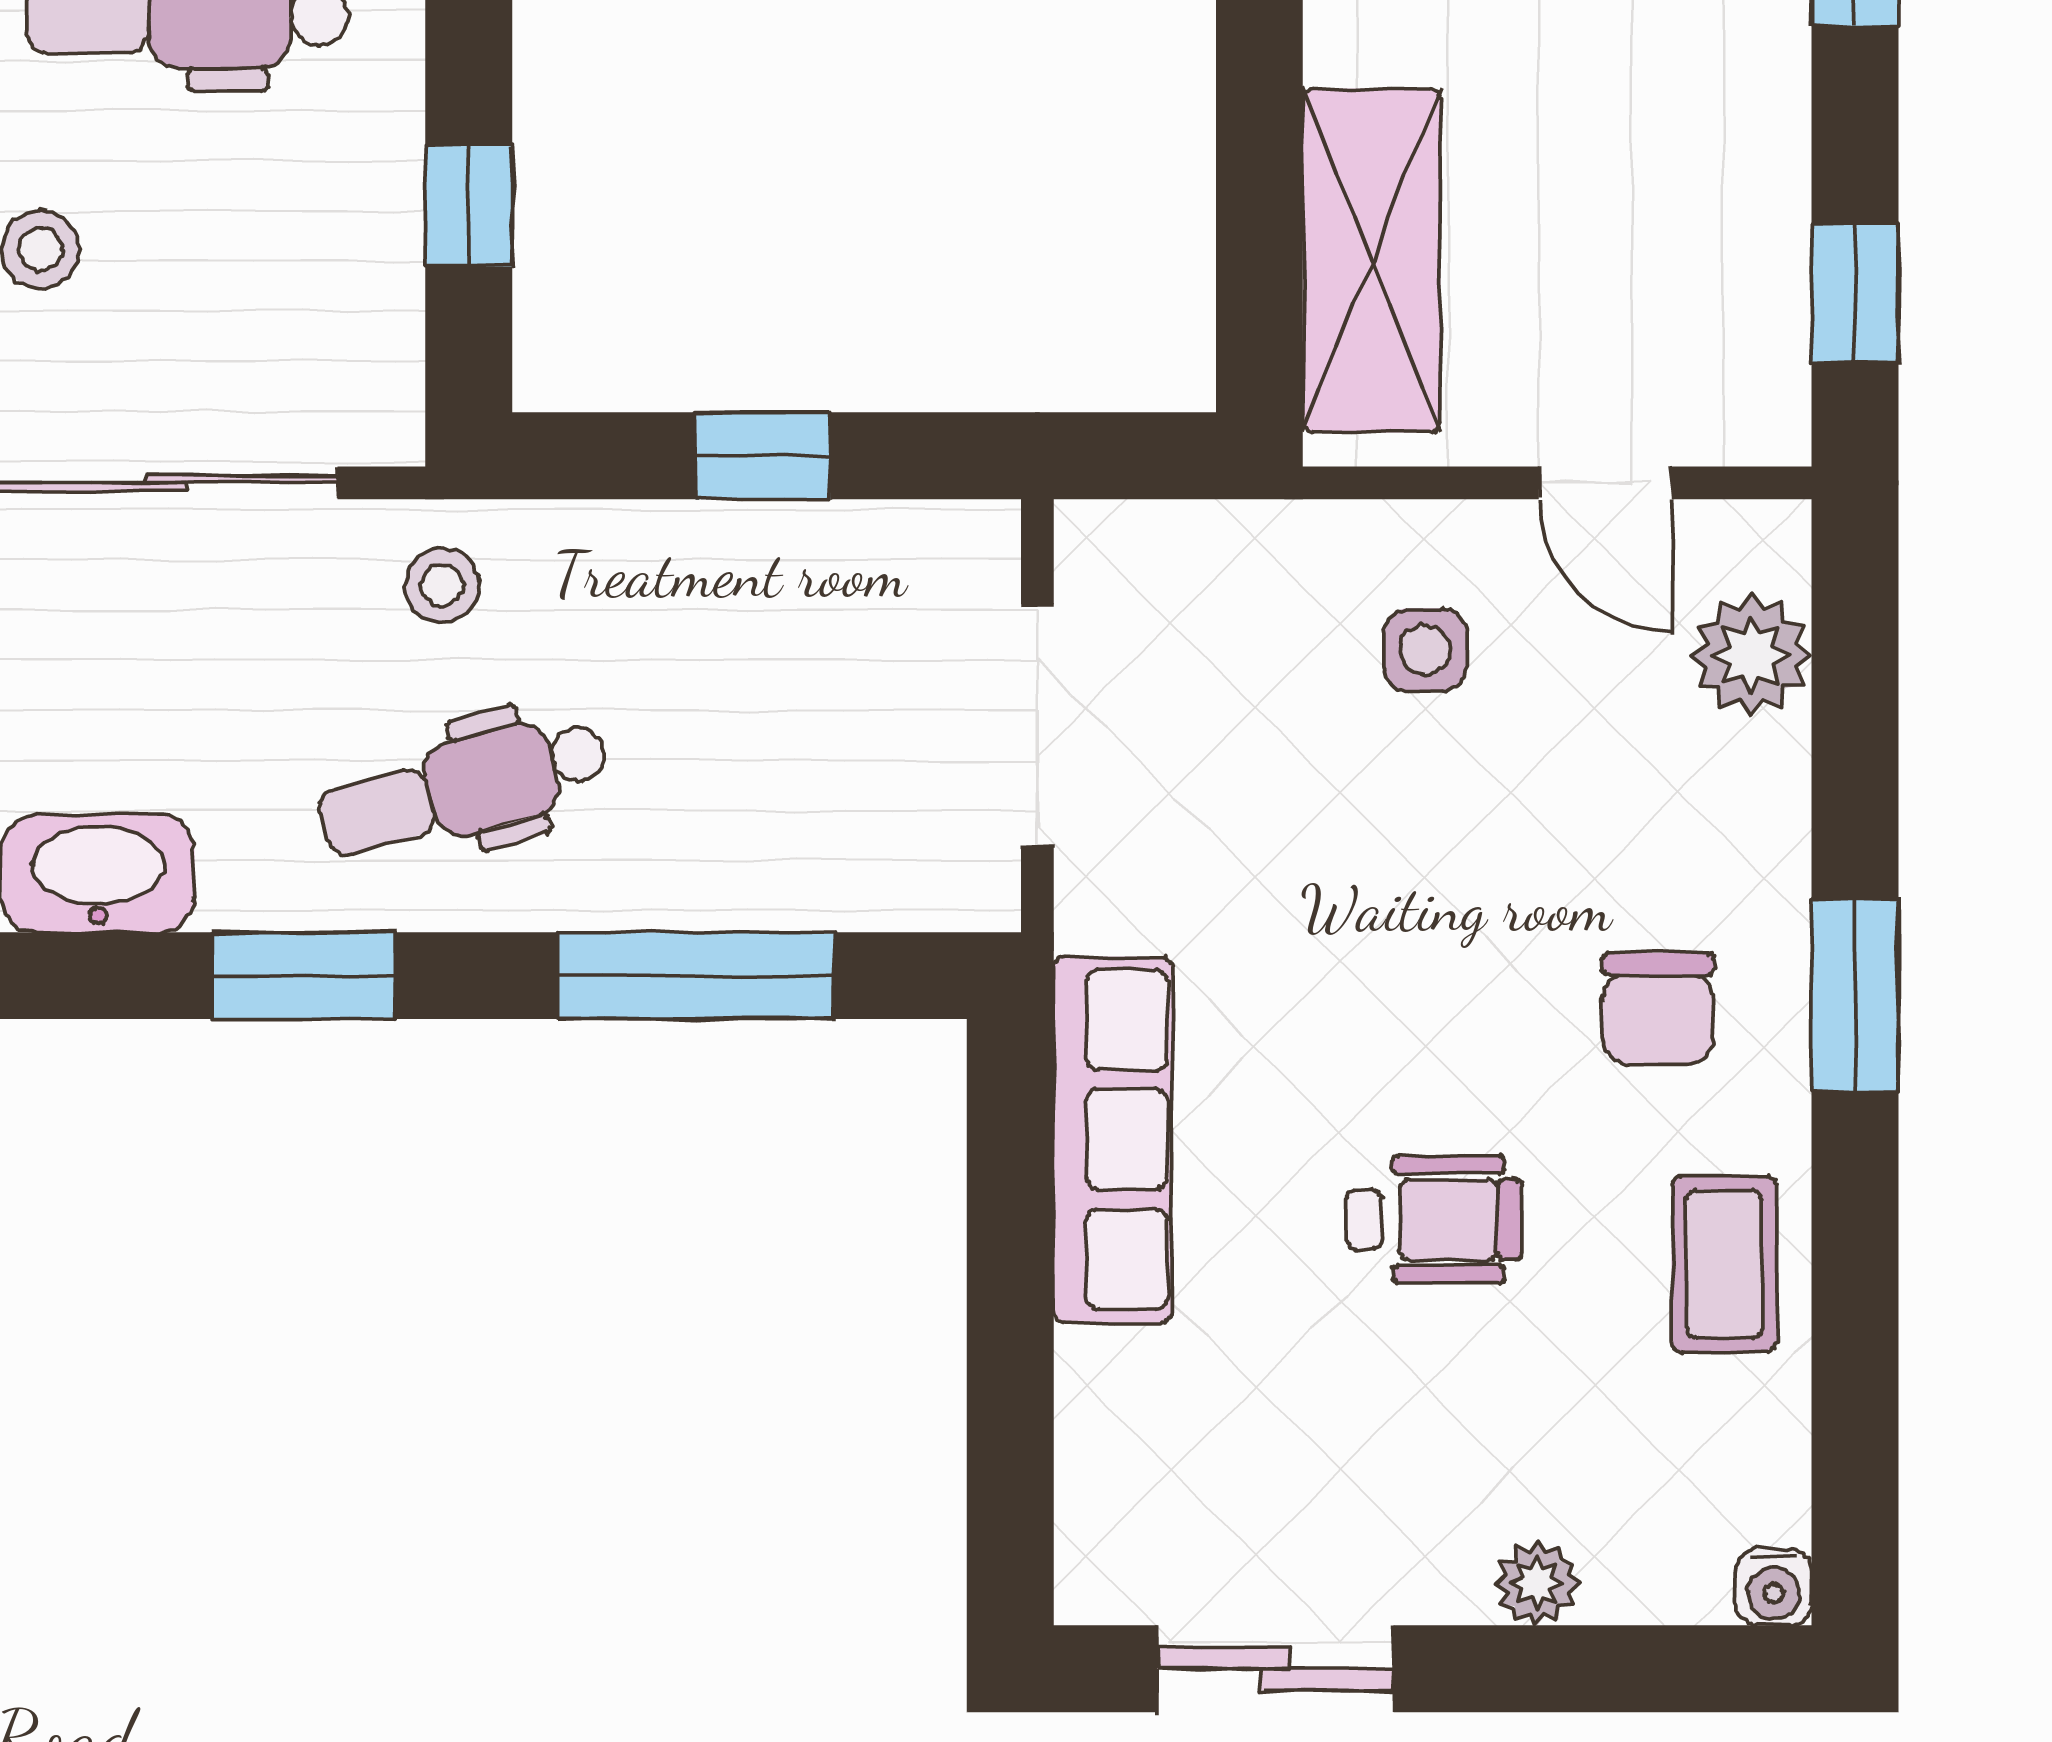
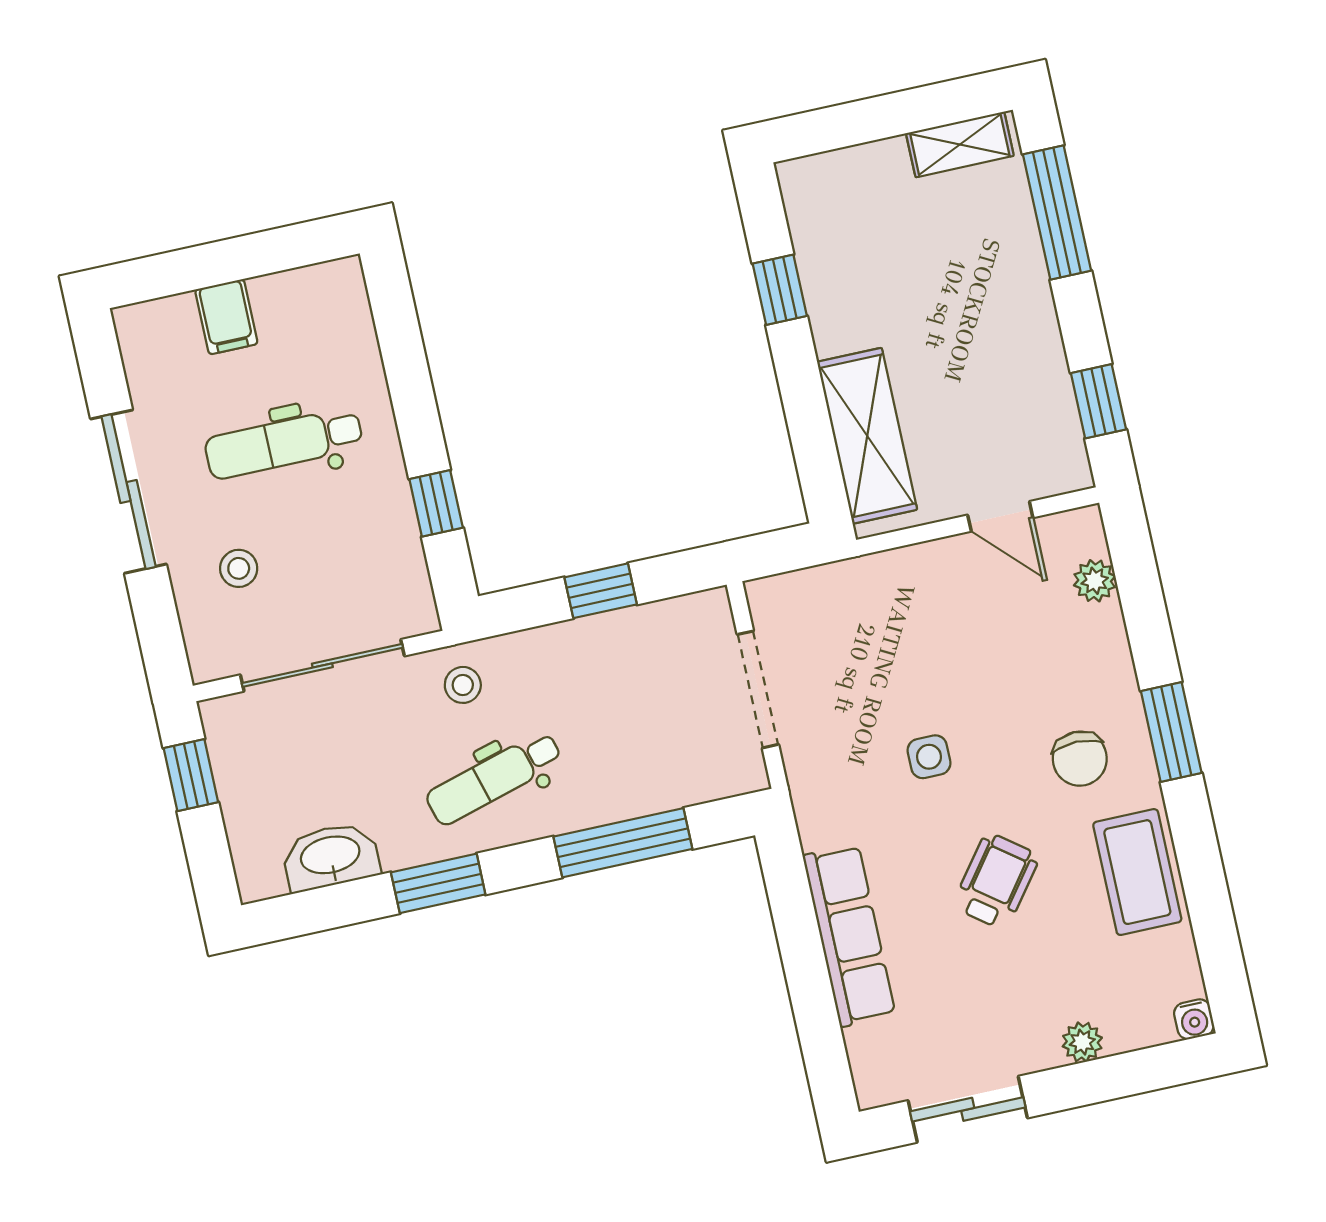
side table: (1425, 650) -> (929, 757), moved
plant: (1751, 655) -> (1095, 581), width x0.73, depth x0.73
row of seats: (1113, 1140) -> (849, 935), moved
wheelchair: (1434, 1219) -> (996, 881), turned -53
coffee table: (1724, 1264) -> (1137, 872), width x1.36, depth x1.30

